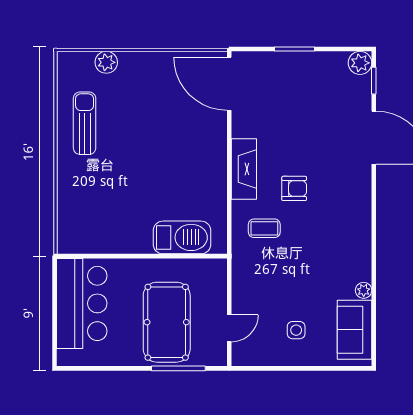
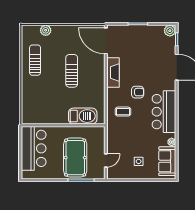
sun lounger: (159, 145) -> (72, 71), added
fireplace: (244, 169) -> (113, 73), moved
bar counter: (348, 228) -> (164, 112), added

